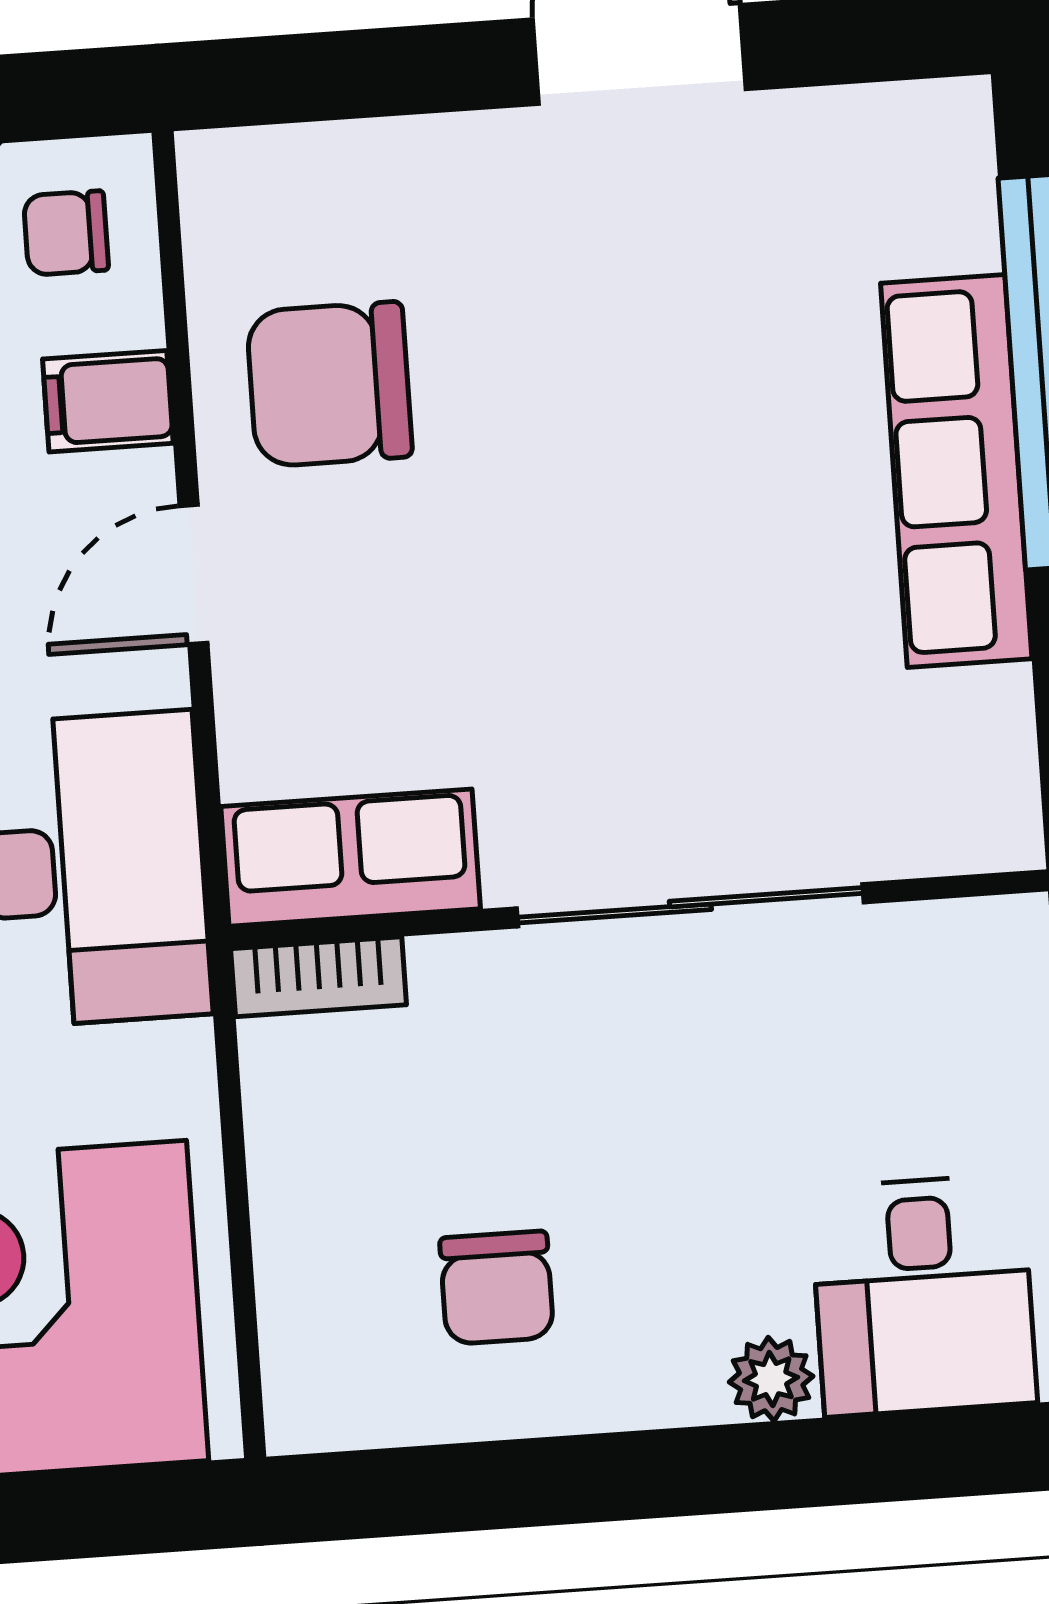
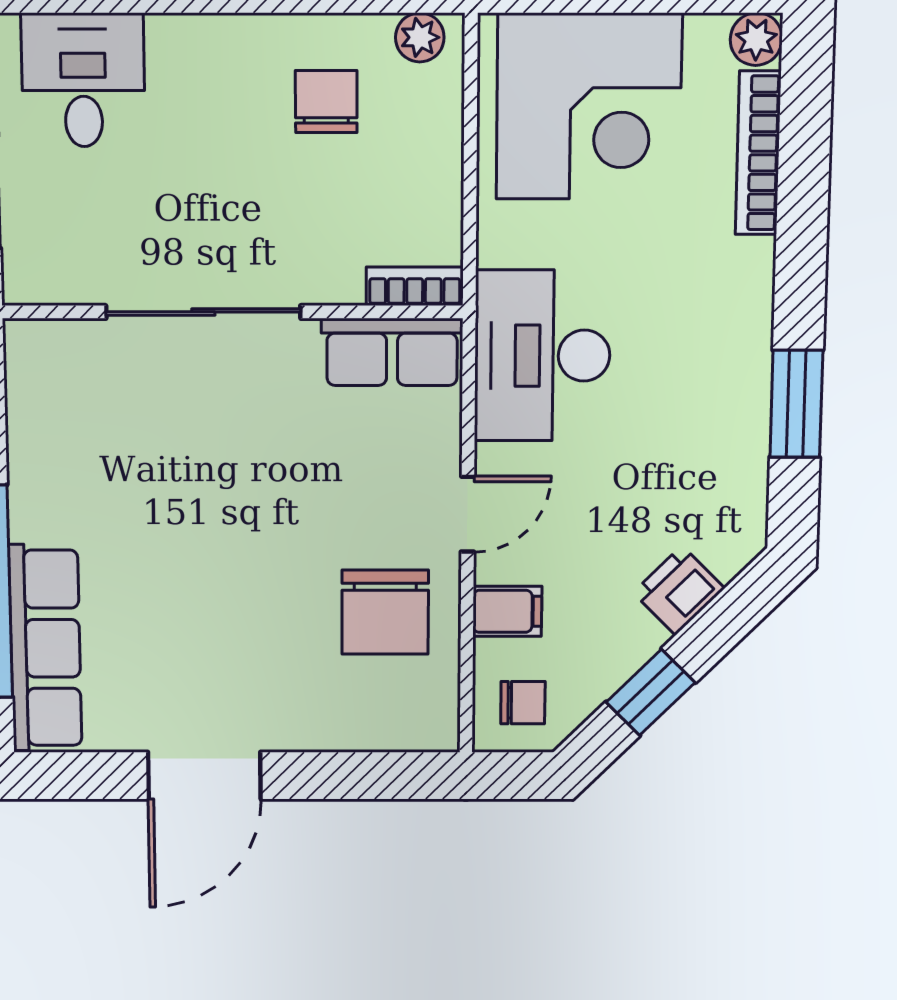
chair: (329, 384) -> (385, 612), turned 90
row of seats: (956, 471) -> (45, 648), moved
plant: (771, 1379) -> (420, 37), moved

